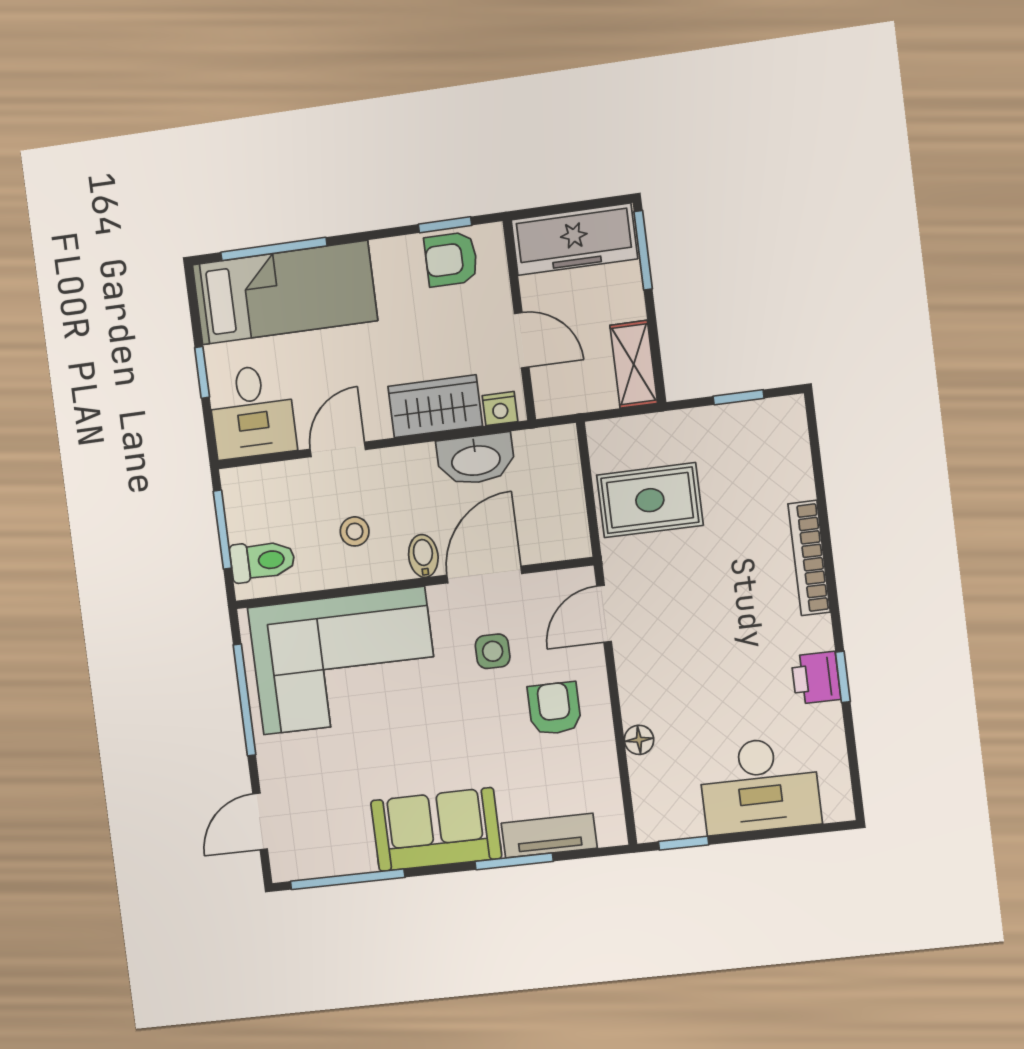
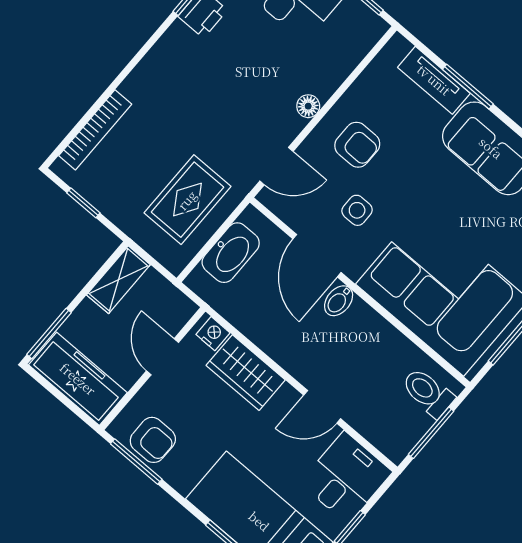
window: (445, 225) -> (136, 462), width x1.50
washbasin: (476, 459) -> (231, 253), moved, turned 90
rug: (650, 500) -> (187, 200), turned 90
stool: (355, 531) -> (361, 354), removed
bookcase: (809, 558) -> (95, 130), moved
door: (484, 574) -> (317, 256), hinge flipped
armchair: (554, 708) -> (357, 145), turned -90
floor lamp: (639, 740) -> (308, 106), moved

